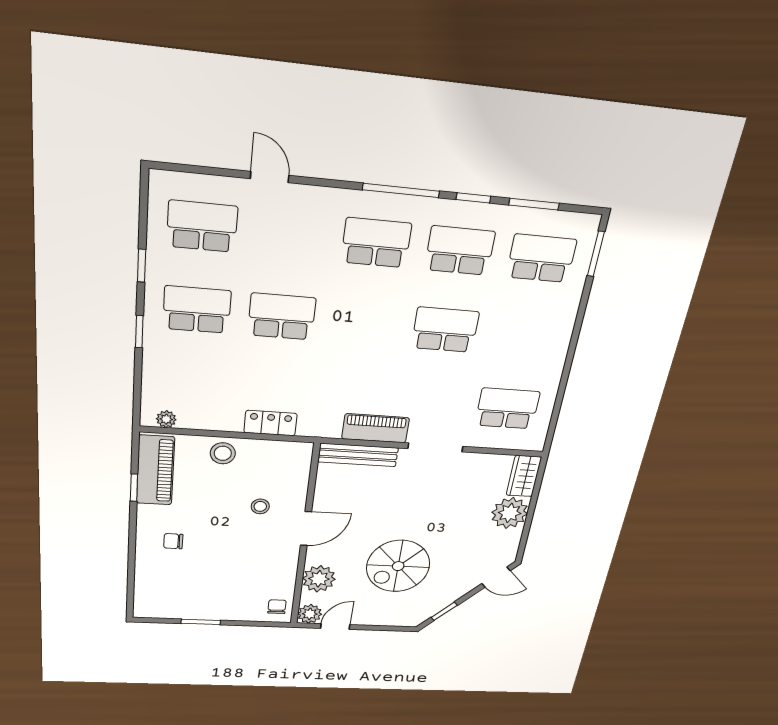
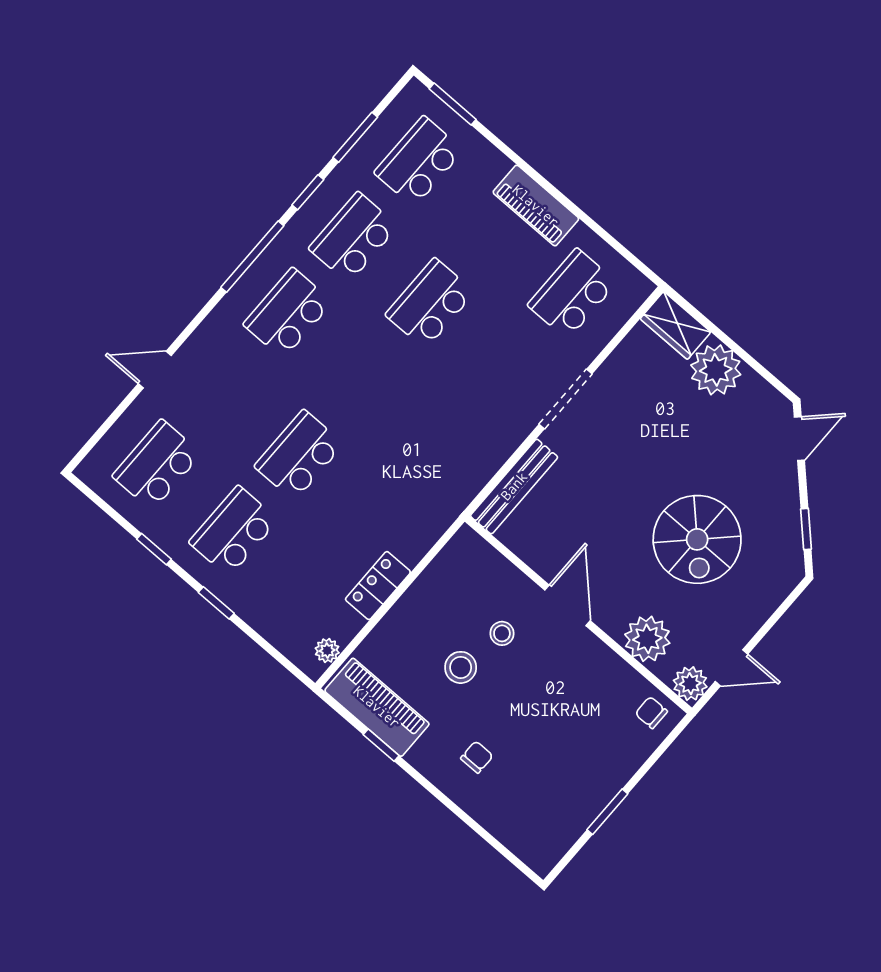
locker: (271, 423) -> (378, 586), moved
piano: (376, 428) -> (536, 206), moved, turned -90
stool: (223, 453) -> (461, 667), moved
chair: (173, 541) -> (477, 757), turned 180
door: (335, 627) -> (732, 668), swing flipped

